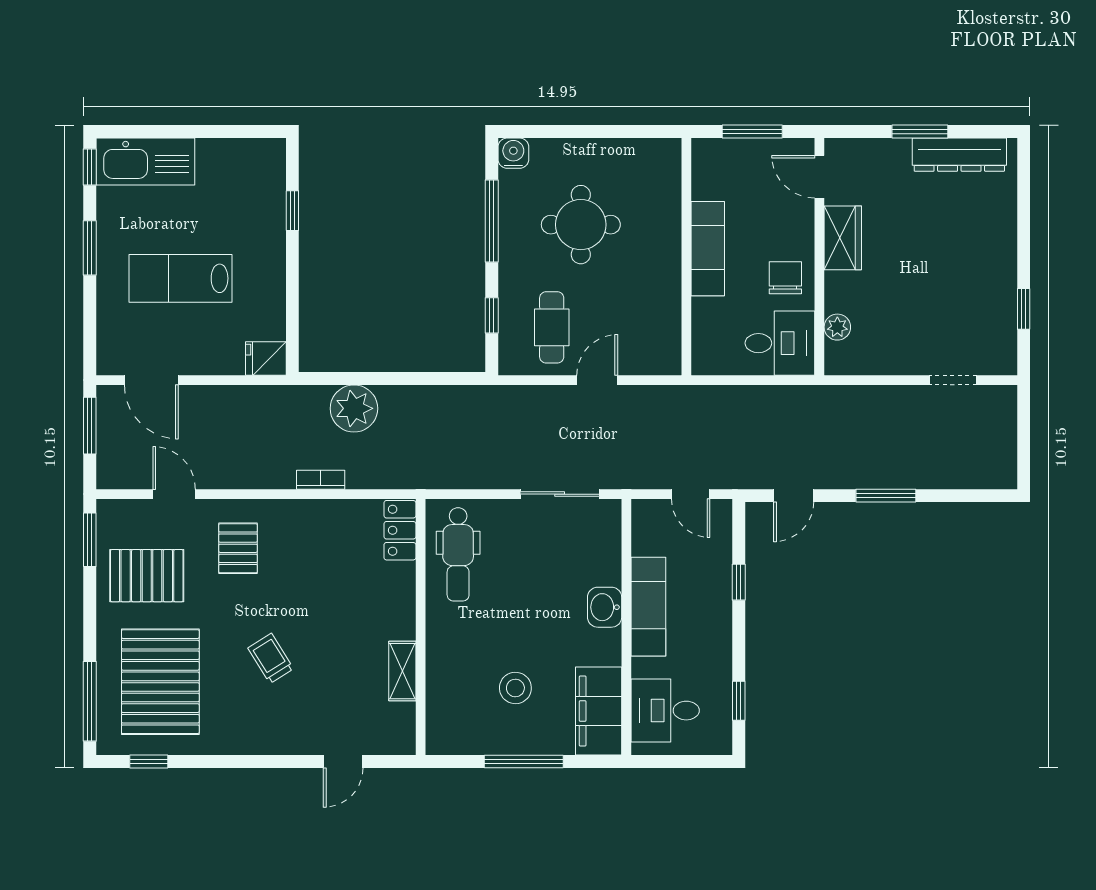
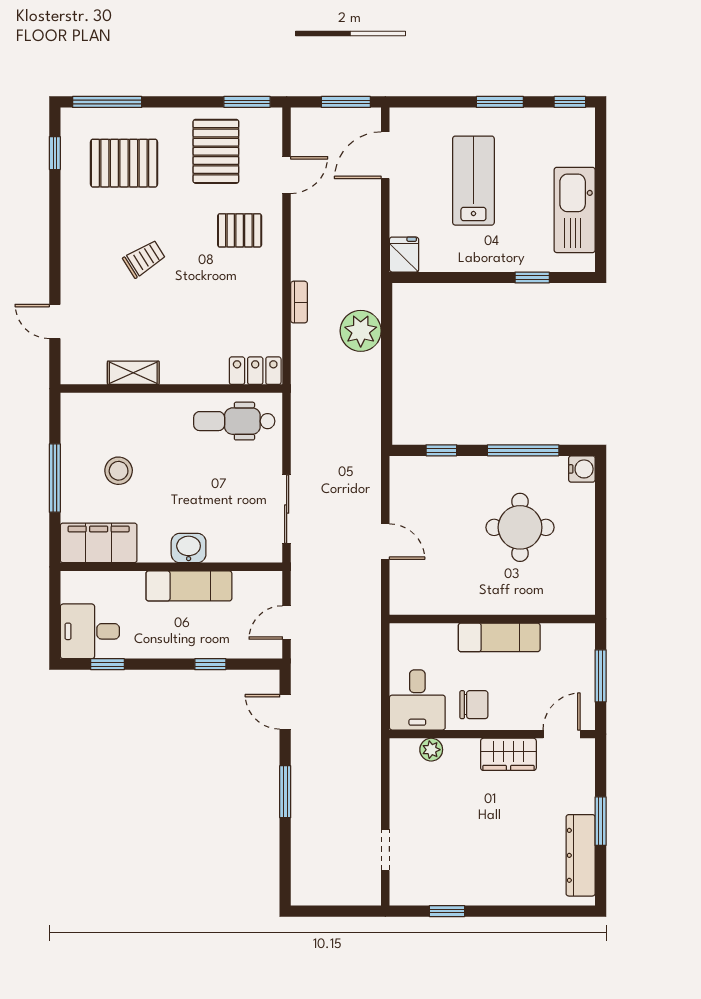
kitchen sink: (145, 162) -> (575, 210), moved
cafe table: (552, 327) -> (431, 502), removed
pallet: (160, 682) -> (124, 163), width x0.73, depth x0.71
desk: (665, 711) -> (90, 631), moved, turned -90

